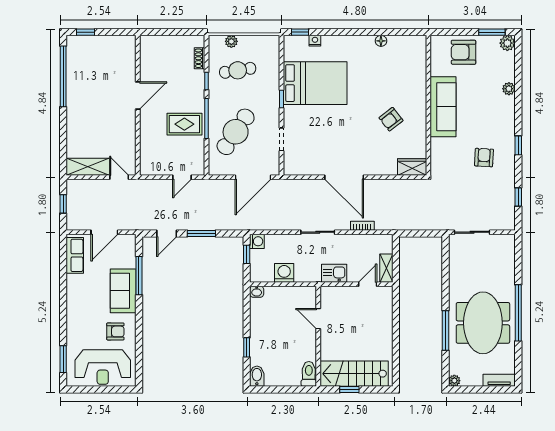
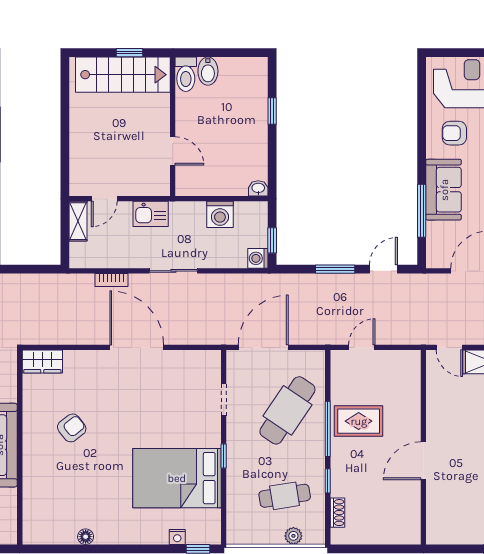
bidet: (257, 376) -> (208, 71), moved

